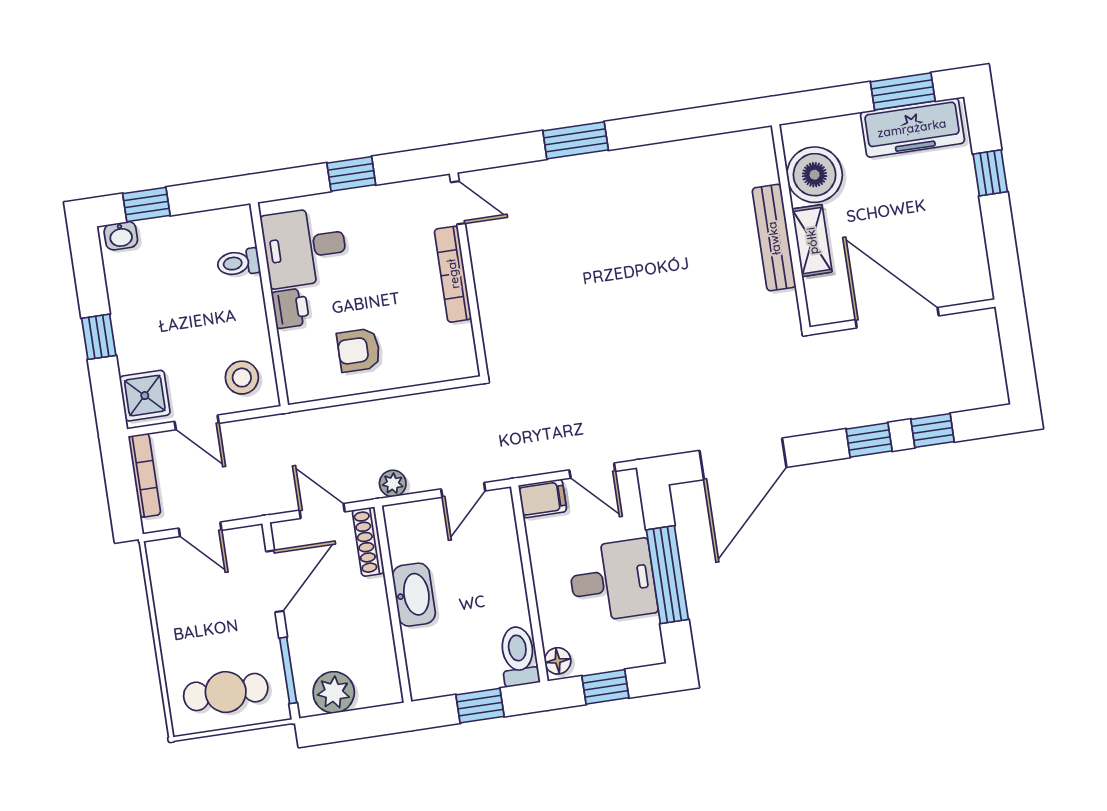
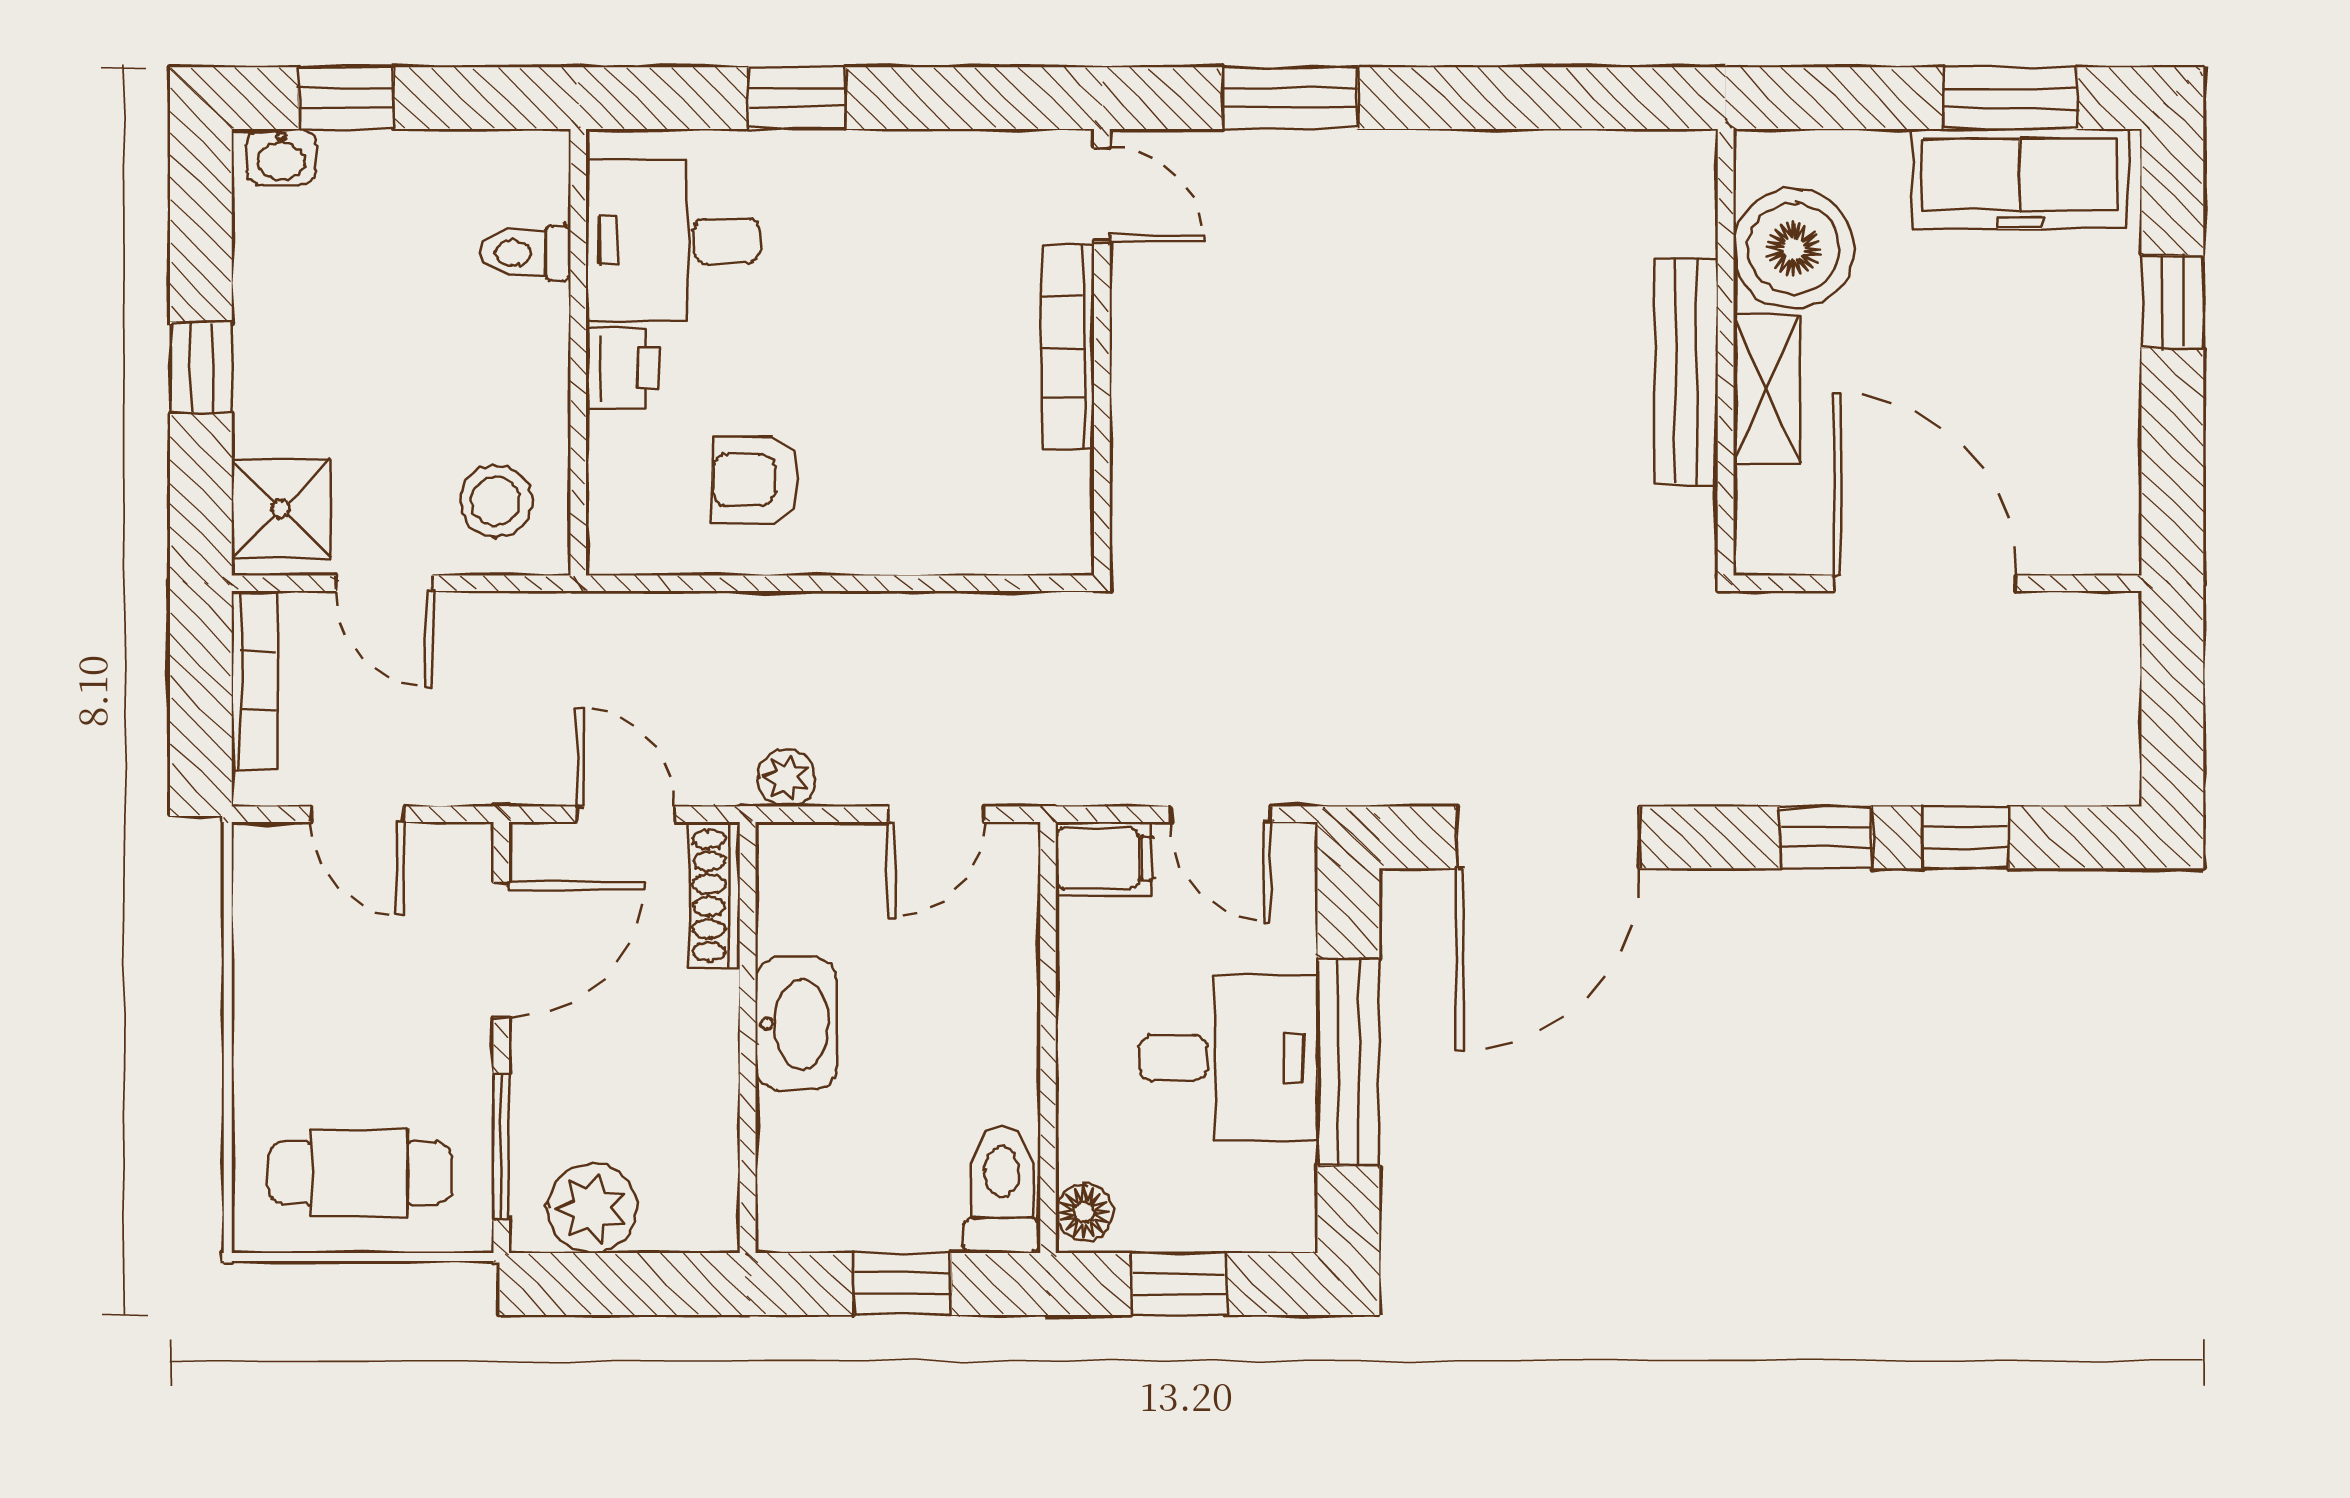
door: (458, 203) -> (1102, 195), moved
bookcase: (453, 274) -> (1068, 347), moved
wall: (469, 274) -> (1102, 352), moved

